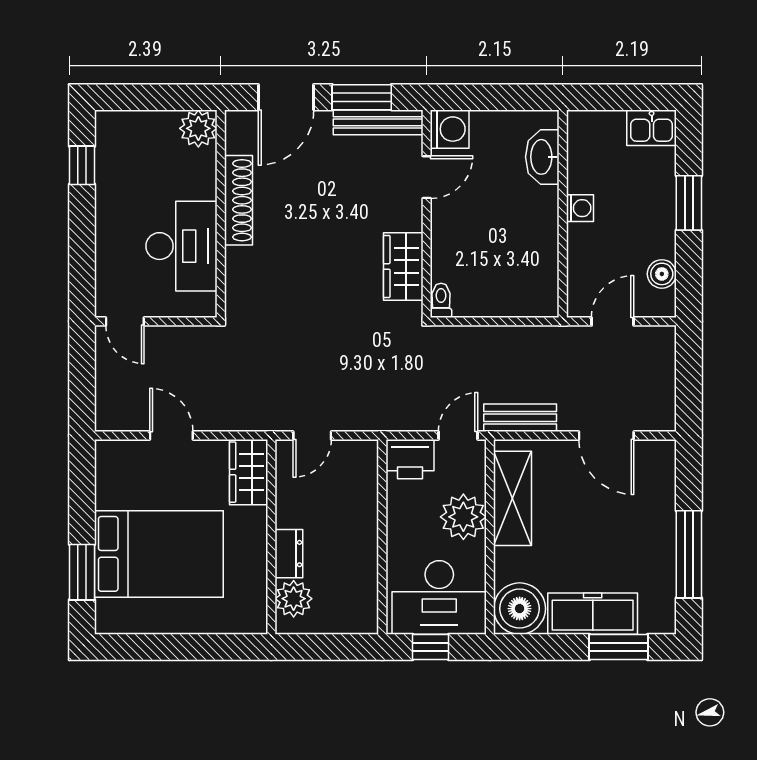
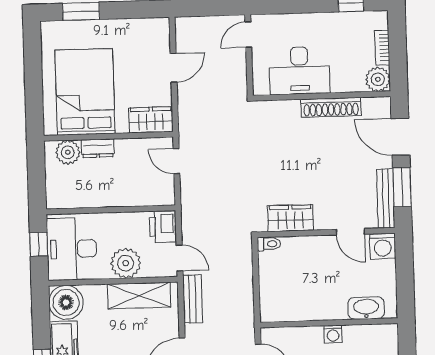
bookcase: (151, 120) -> (382, 48), added
bed: (159, 554) -> (85, 92), moved, turned 180

